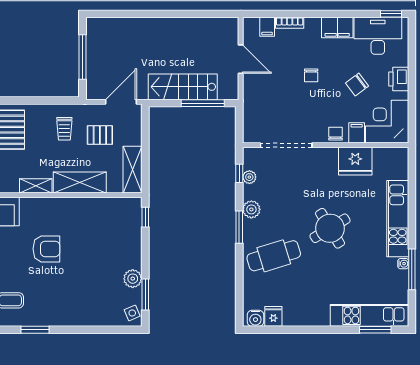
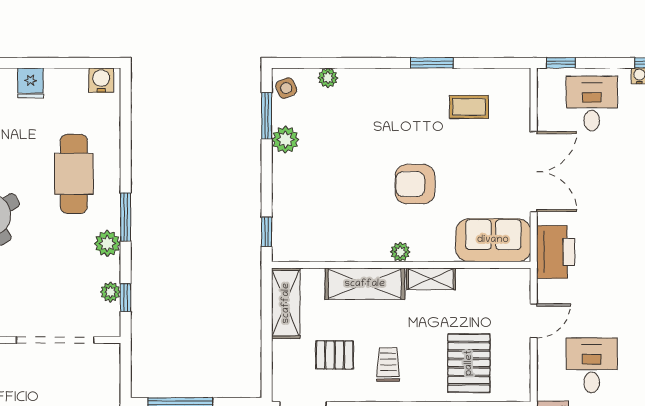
plant: (56, 204) -> (400, 252), added
cafe table: (274, 256) -> (74, 174), turned -73
fridge: (273, 316) -> (30, 83), moved
plant: (104, 320) -> (328, 78), added

